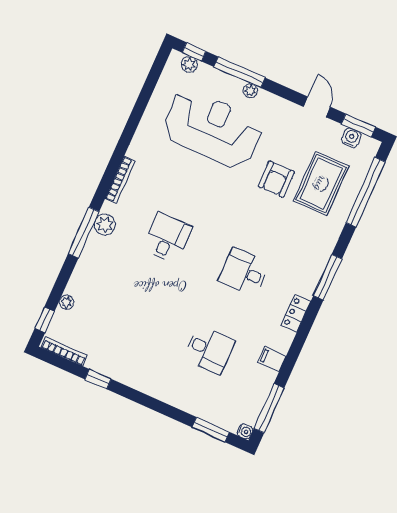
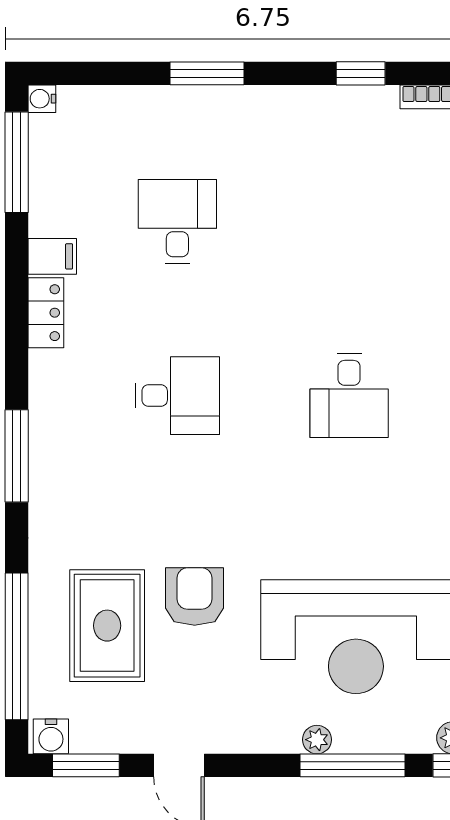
water cooler: (351, 138) -> (51, 736), moved
locker: (296, 313) -> (46, 313), moved
desk: (209, 350) -> (177, 222), turned 90
window: (211, 430) -> (207, 73), moved

